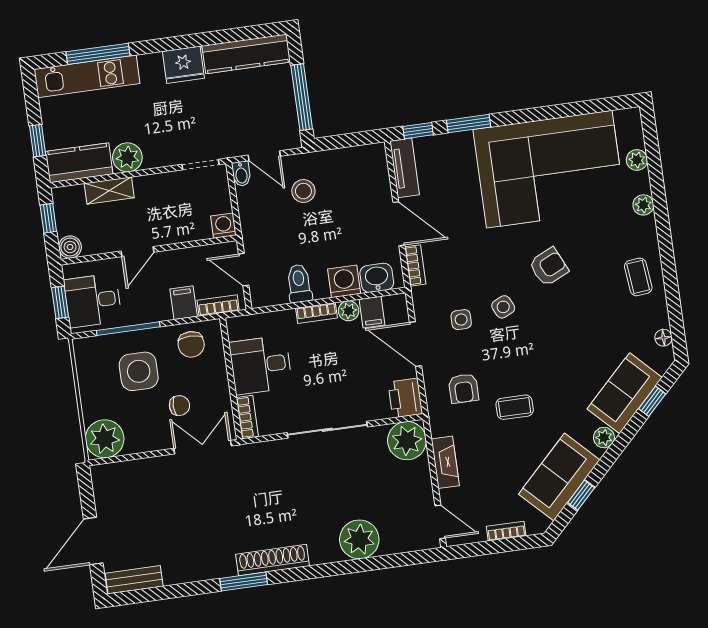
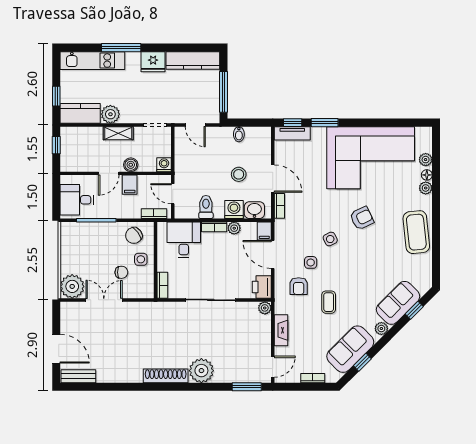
window: (98, 54) -> (121, 48), moved
tv unit: (405, 168) -> (292, 133), moved, turned 90
bidet: (241, 174) -> (239, 134), moved
shelving: (109, 191) -> (118, 133), moved
stool: (303, 191) -> (239, 174), moved
boiler: (70, 247) -> (131, 165), moved
coffee table: (638, 277) -> (416, 232), width x1.86, depth x1.72
window: (60, 302) -> (56, 198), removed
filing cabinet: (184, 303) -> (130, 185), moved, turned 180
filing cabinet: (372, 312) -> (264, 231), moved
side table: (461, 320) -> (311, 262), moved
floor lamp: (664, 338) -> (427, 175), moved
chair: (191, 344) -> (134, 235), turned 53
desk: (261, 365) -> (184, 240), moved, turned 90
side table: (139, 371) -> (141, 259), moved, width x0.54, depth x0.54
coffee table: (515, 407) -> (329, 302), turned 90
plant: (407, 441) -> (265, 308), width x0.53, depth x0.53
double door: (203, 447) -> (104, 300), moved
door: (440, 522) -> (273, 367), hinge flipped
plant: (359, 539) -> (201, 371), moved
door: (93, 541) -> (56, 349), swing flipped
window: (244, 581) -> (247, 387), moved

